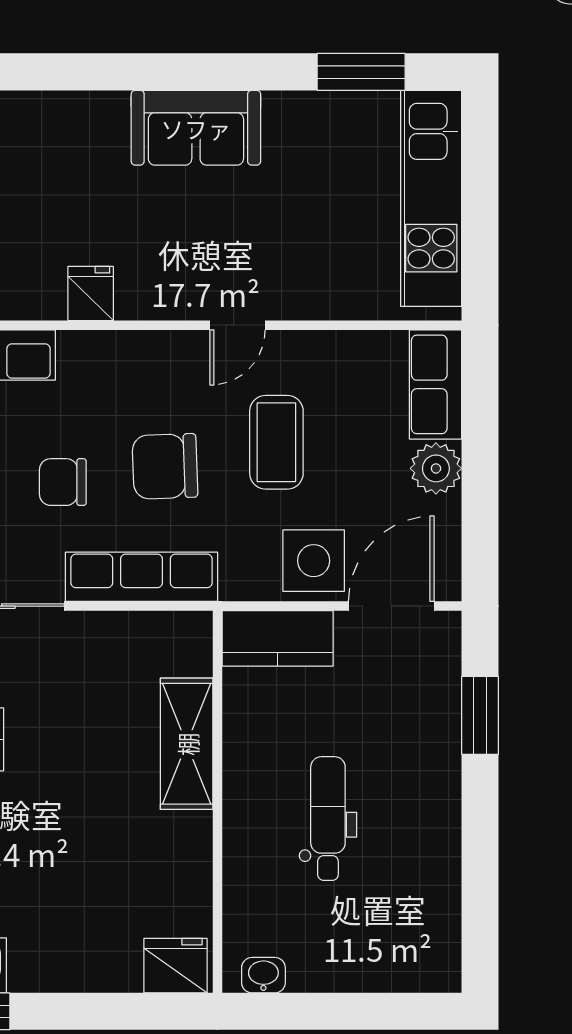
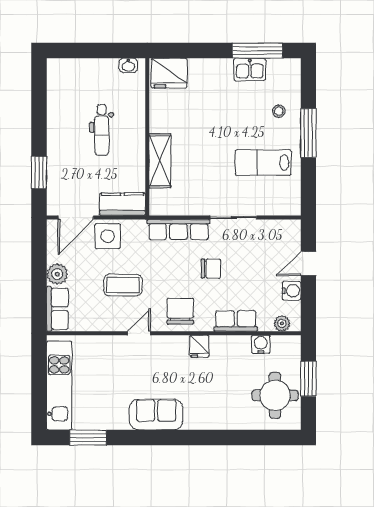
coffee table: (276, 442) -> (123, 285), turned 90
chair: (165, 466) -> (180, 311), moved, turned -88
fridge: (176, 966) -> (169, 73), width x1.36, depth x1.34

